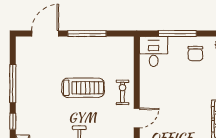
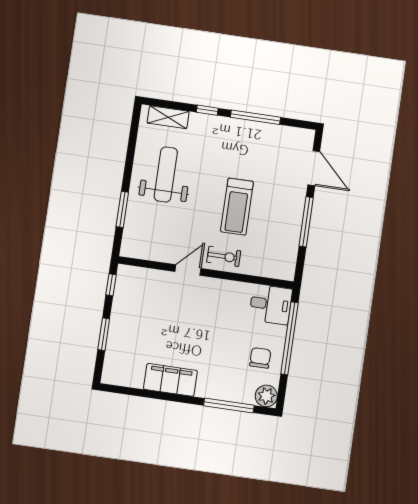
window: (177, 34) -> (289, 338), width x1.46
chair: (195, 54) -> (260, 358), turned 90
door: (137, 118) -> (188, 270), swing flipped

